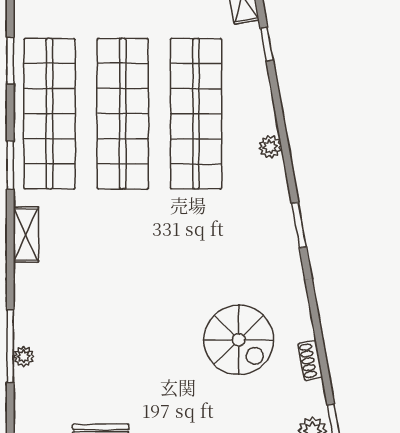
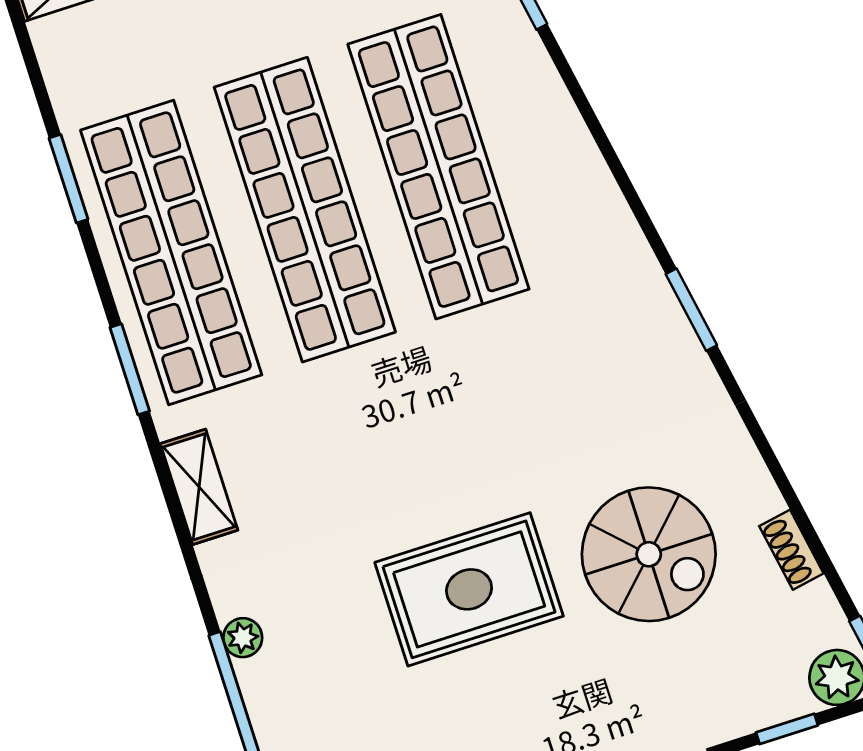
plant: (270, 147) -> (593, 184), removed
rug: (144, 329) -> (469, 589), added
plant: (24, 356) -> (243, 638), moved

